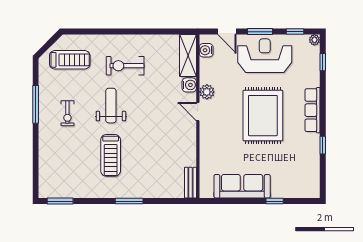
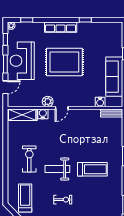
water cooler: (206, 50) -> (100, 102), moved
exercise bike: (125, 66) -> (29, 159), turned 180

